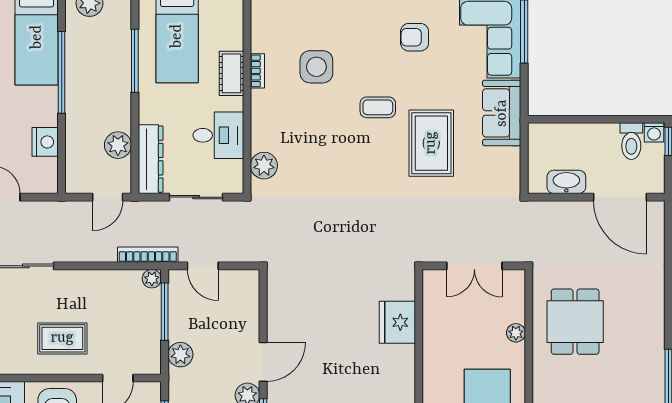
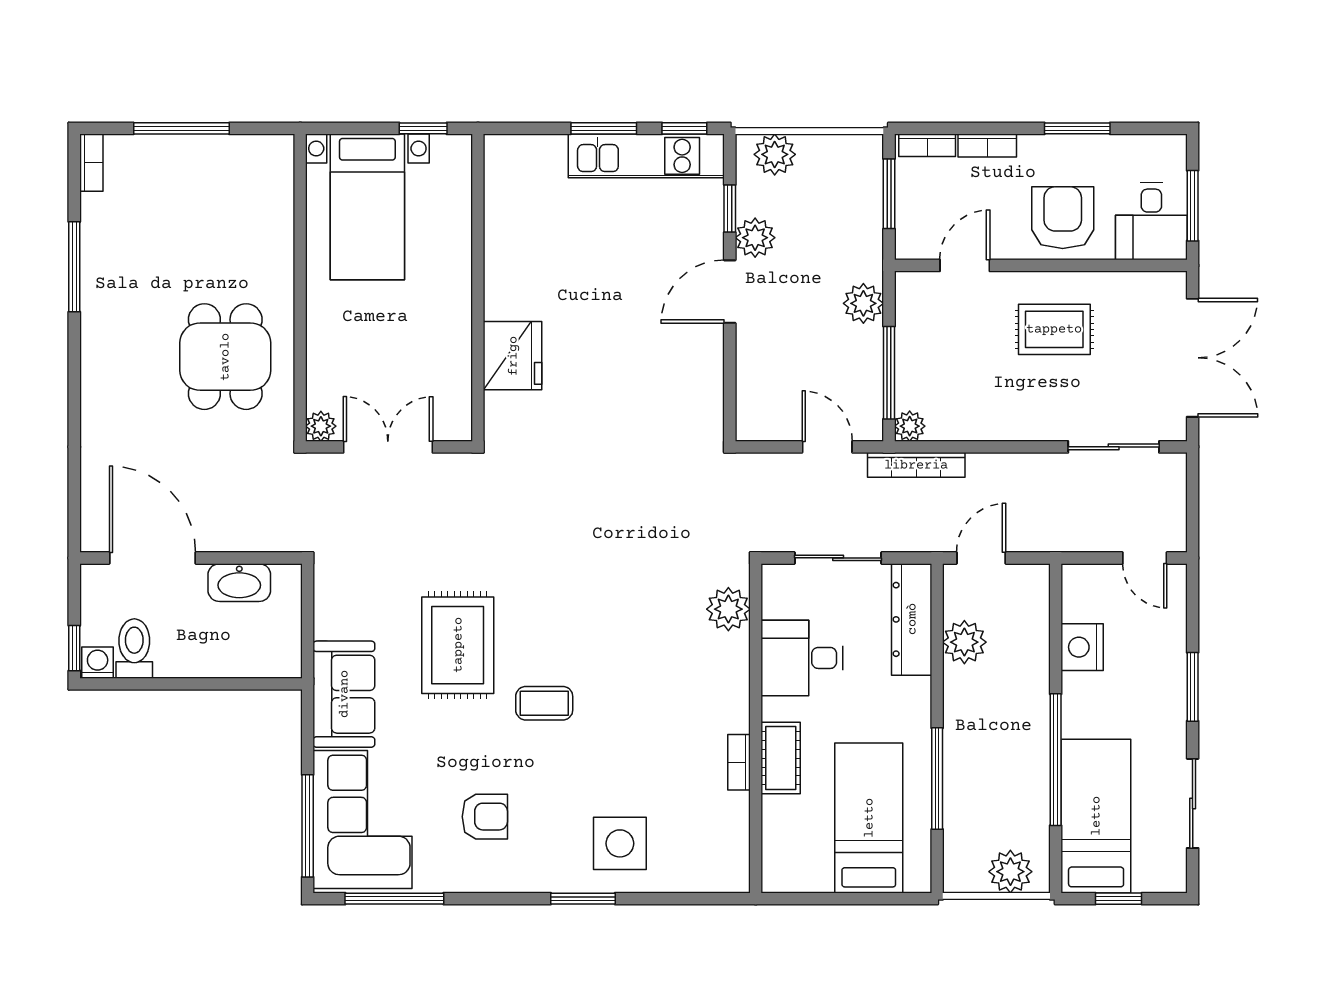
side table: (316, 67) -> (620, 843), moved
plant: (516, 333) -> (321, 426), moved

